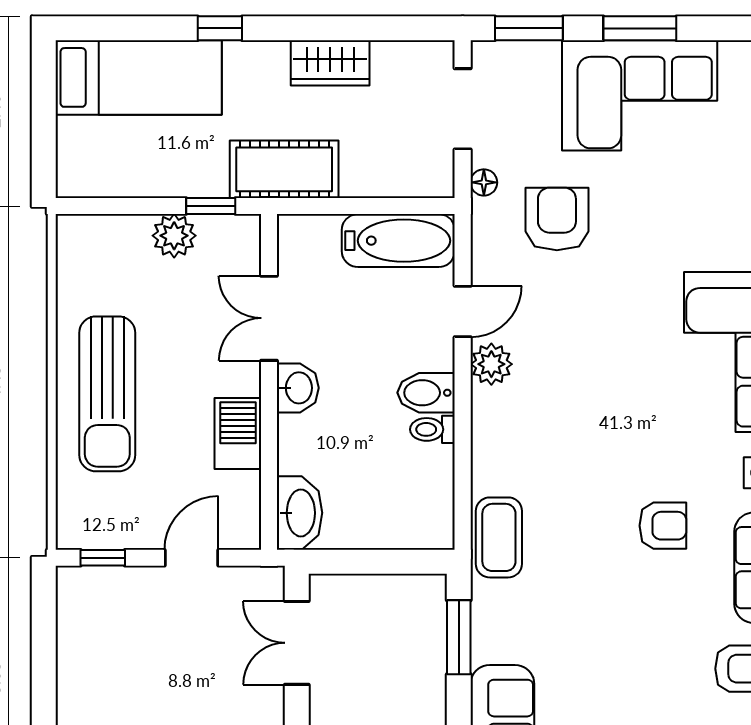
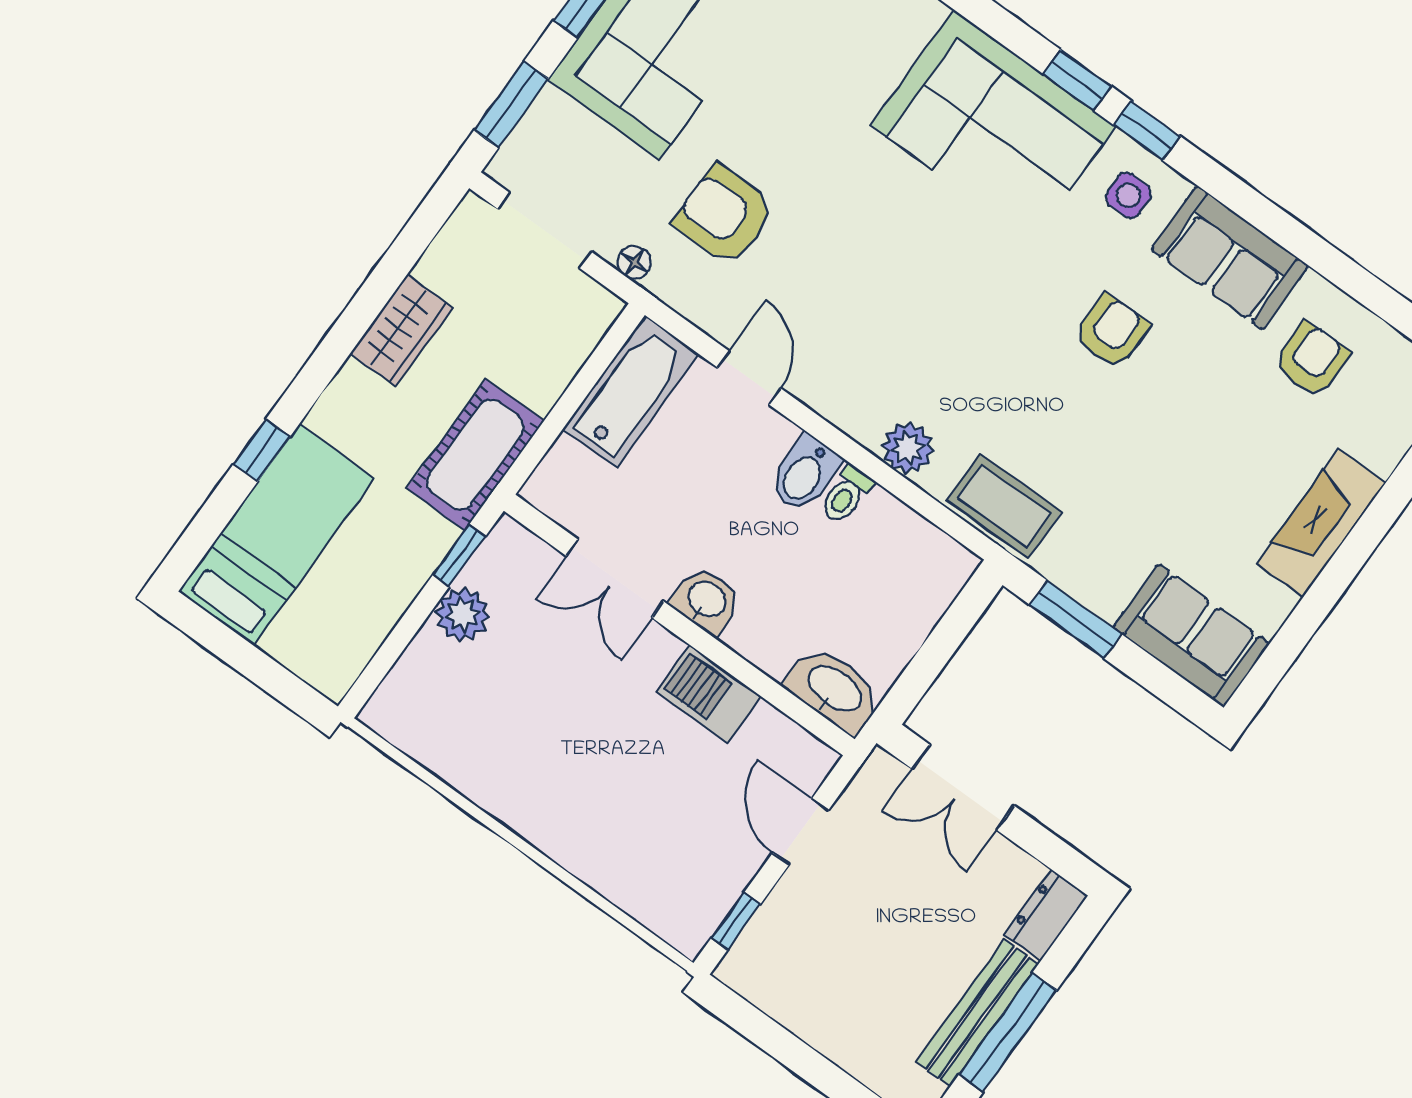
window: (220, 28) -> (262, 450), moved
plant: (491, 364) -> (908, 448), moved
sun lounger: (107, 394) -> (573, 797), removed

